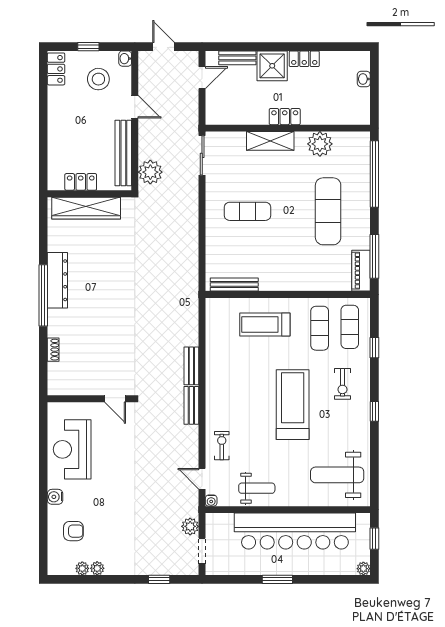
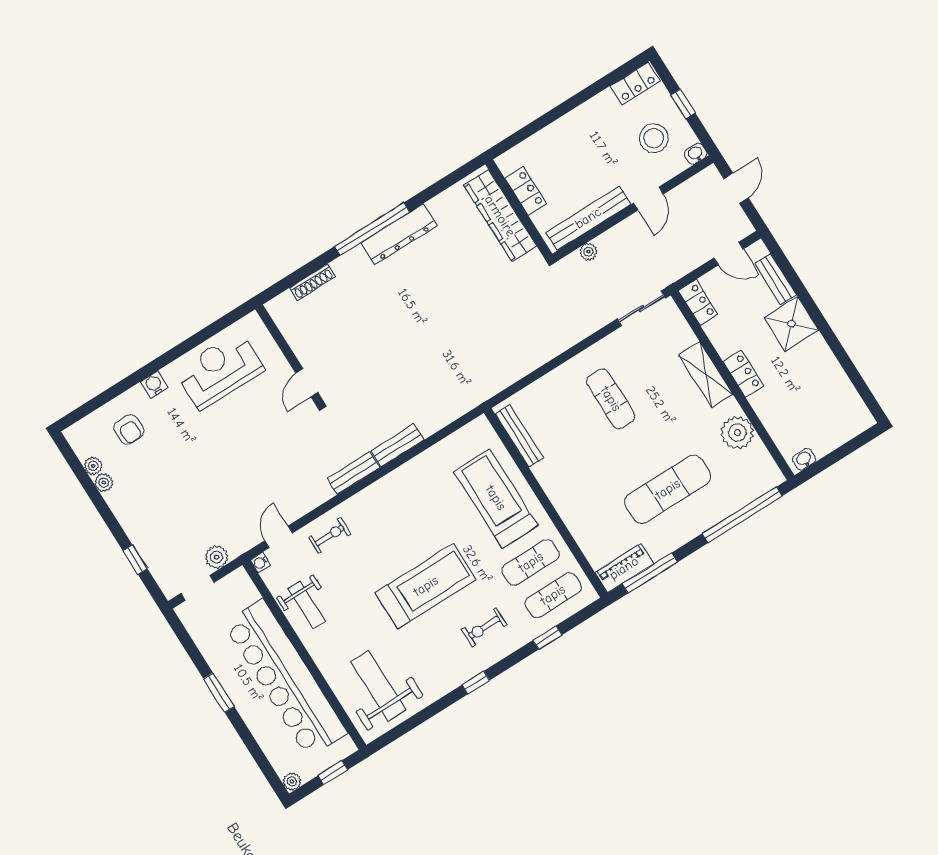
locker: (304, 59) -> (698, 303), moved, turned 180
washbasin: (364, 79) -> (804, 459), moved
plant: (150, 172) -> (588, 252), width x0.53, depth x0.53
treadmill: (265, 325) -> (496, 498), width x1.37, depth x1.38
shoe rack: (53, 350) -> (313, 282), width x1.43

